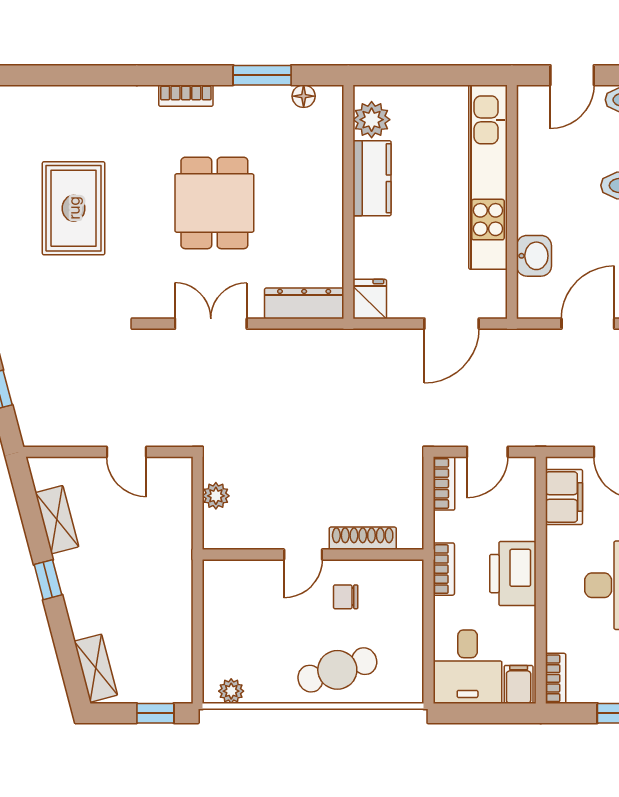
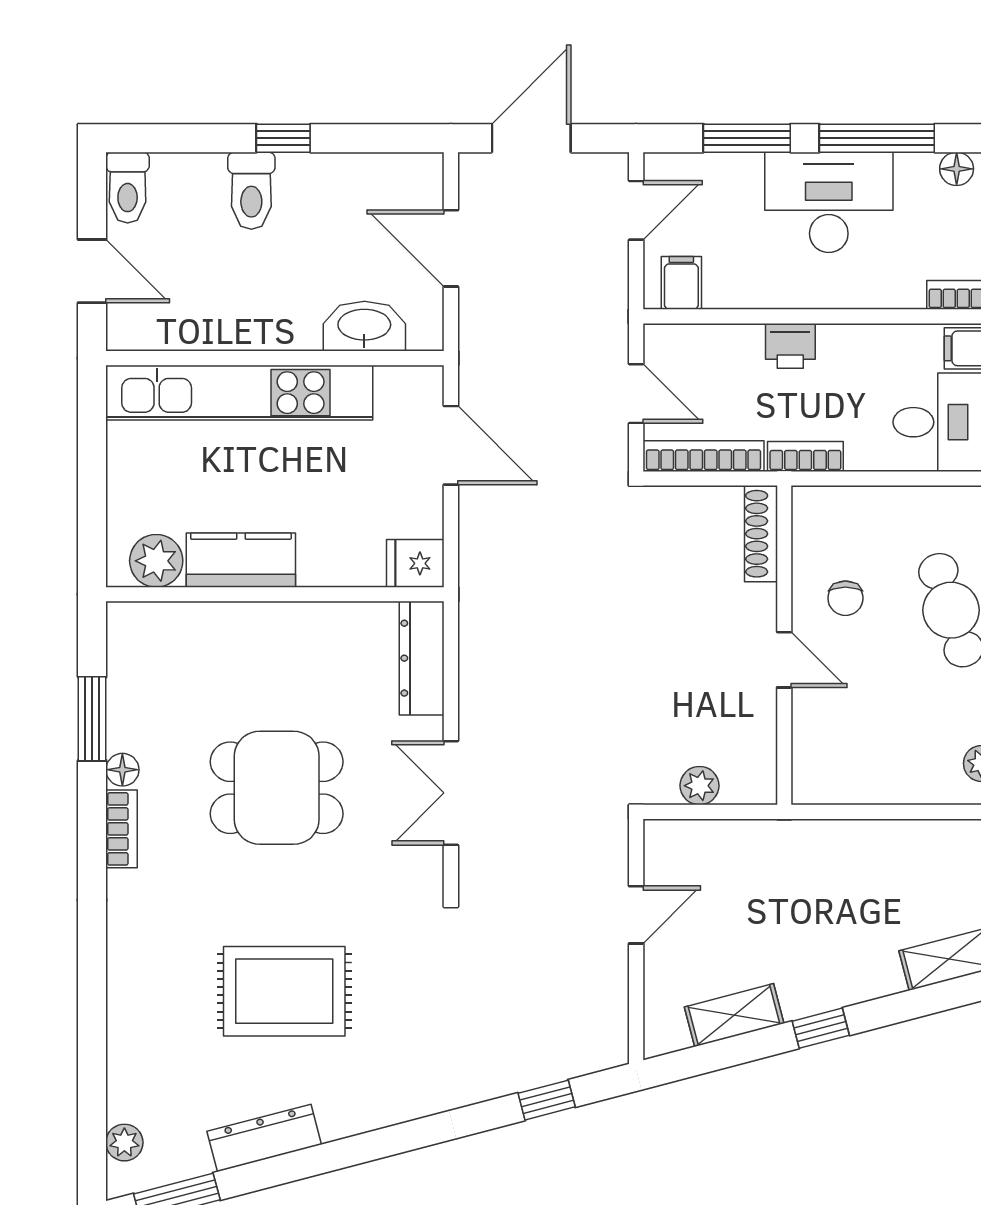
floor lamp: (304, 96) -> (122, 770), moved
washbasin: (534, 256) -> (364, 326), width x1.38
bookcase: (444, 483) -> (703, 456), width x1.56
filing cabinet: (564, 497) -> (681, 283), width x0.50
shoe rack: (363, 538) -> (761, 534), moved
printer: (513, 574) -> (790, 346), width x0.53, depth x0.68

